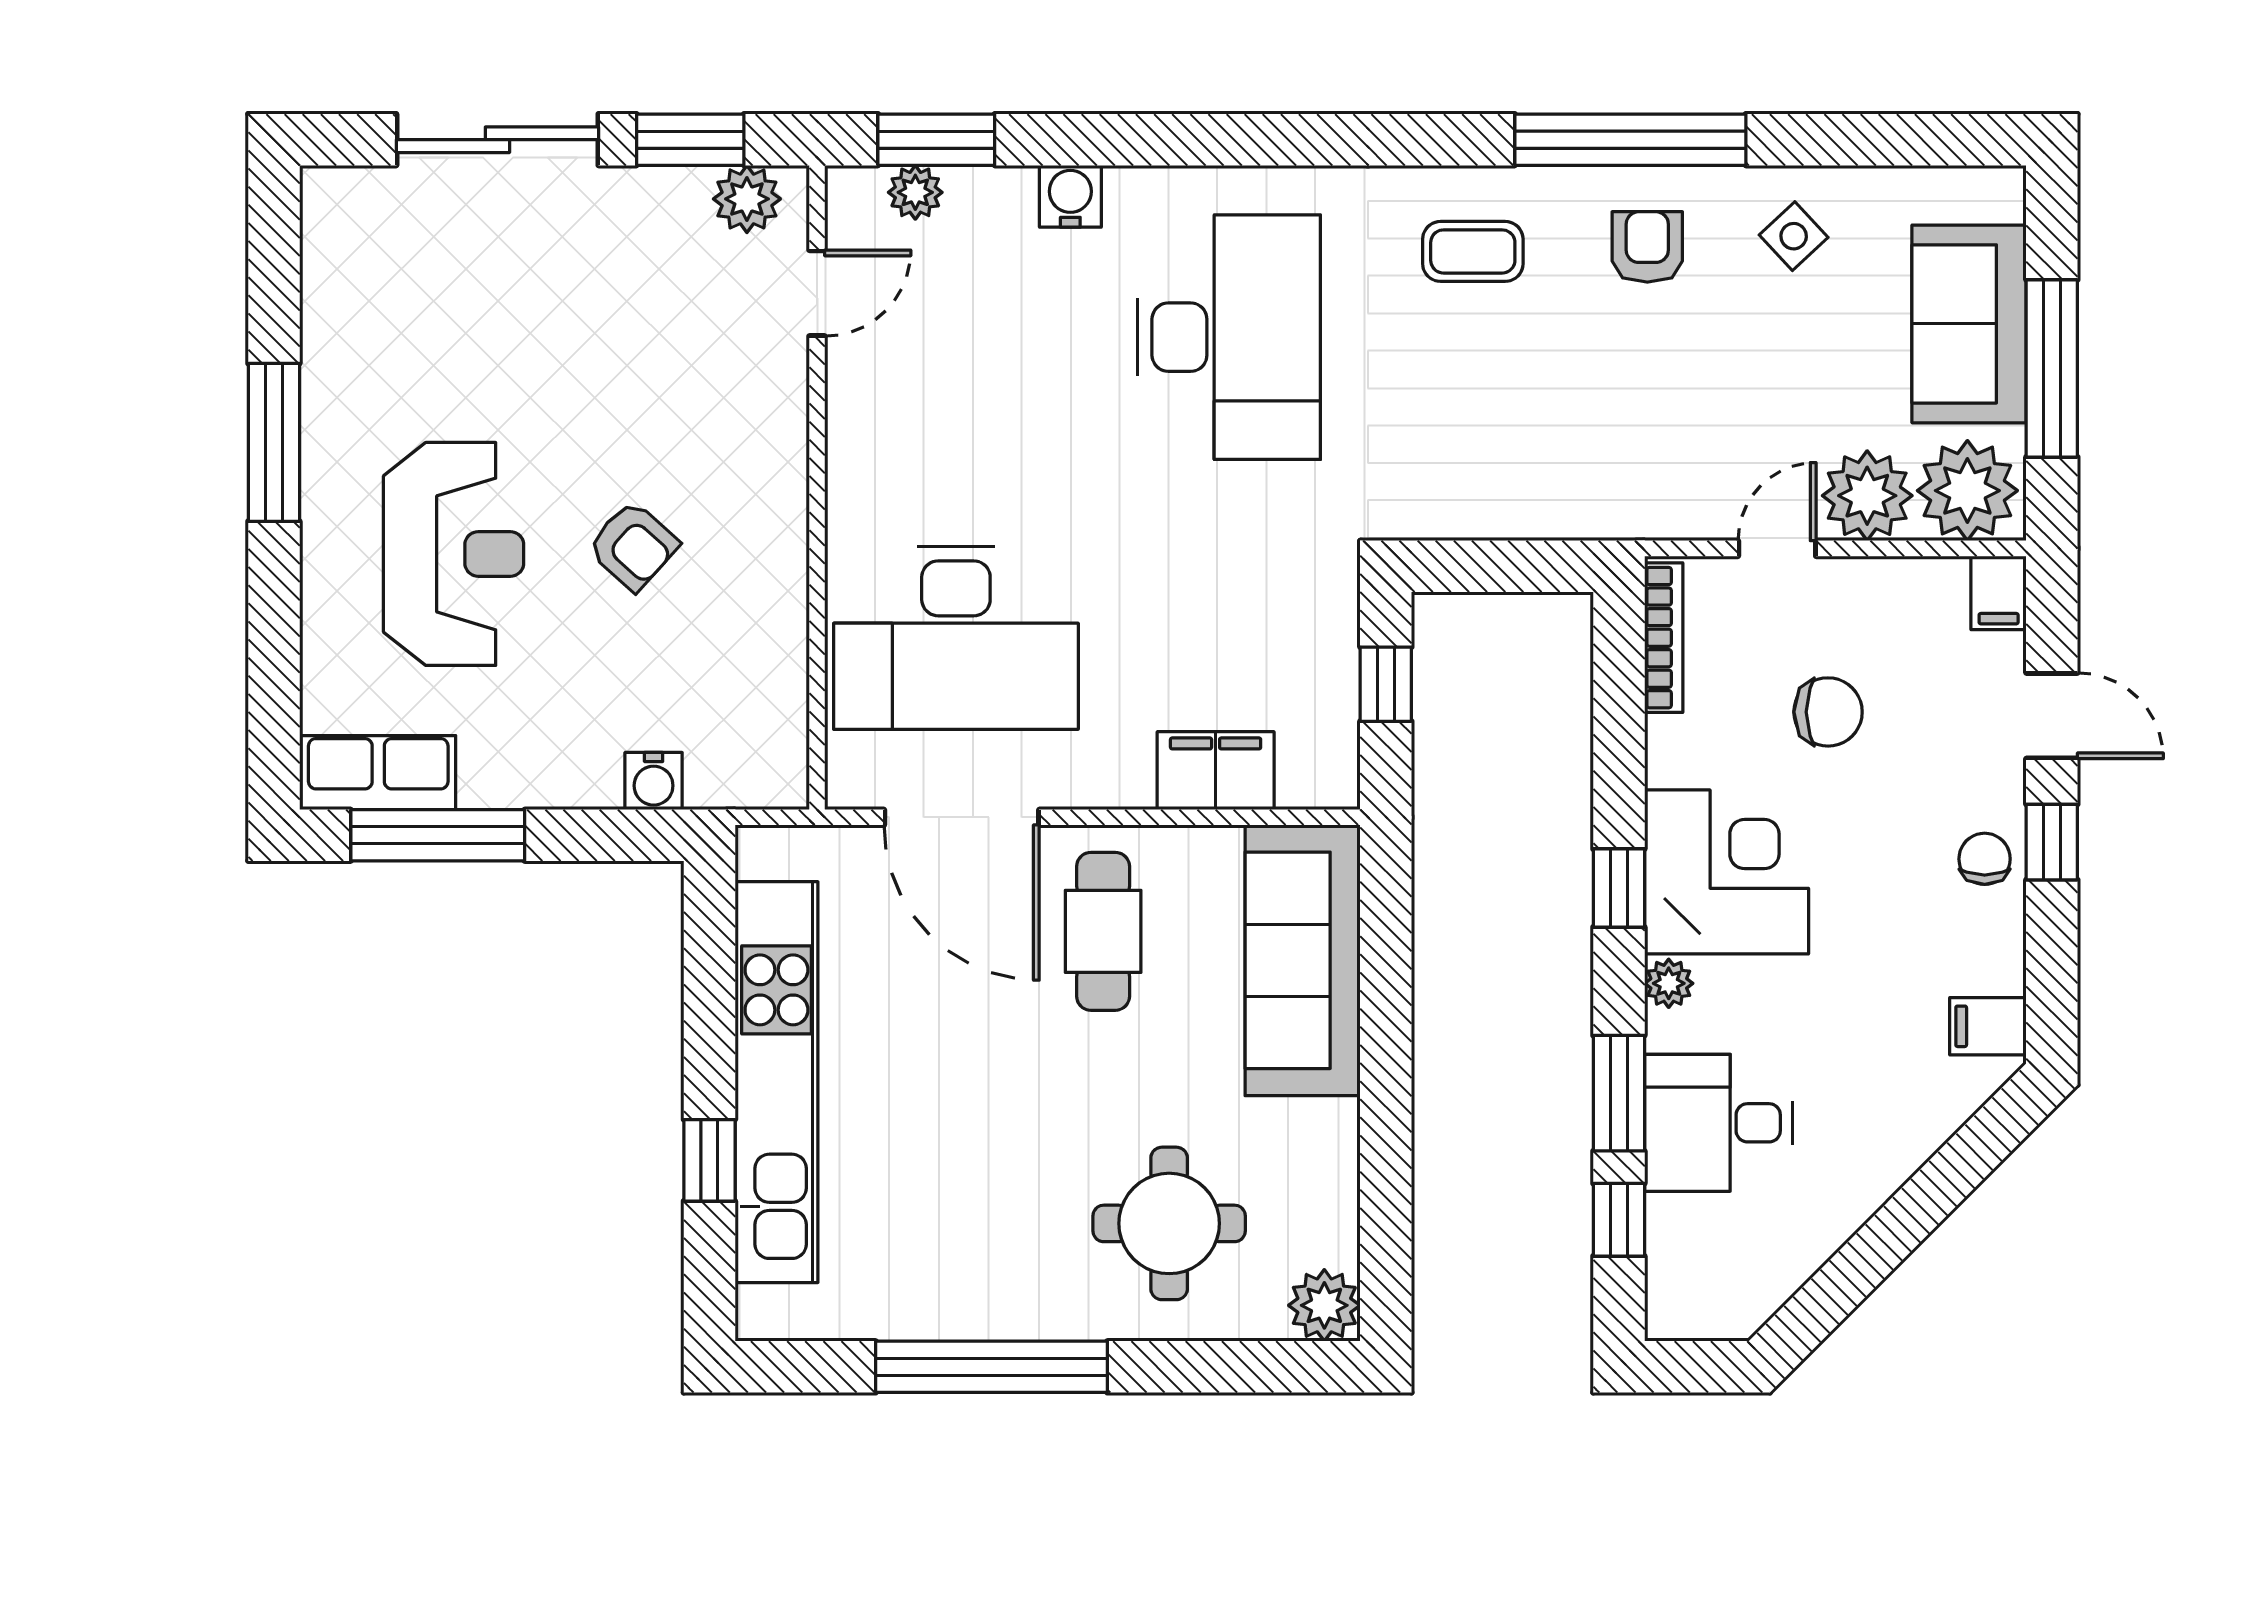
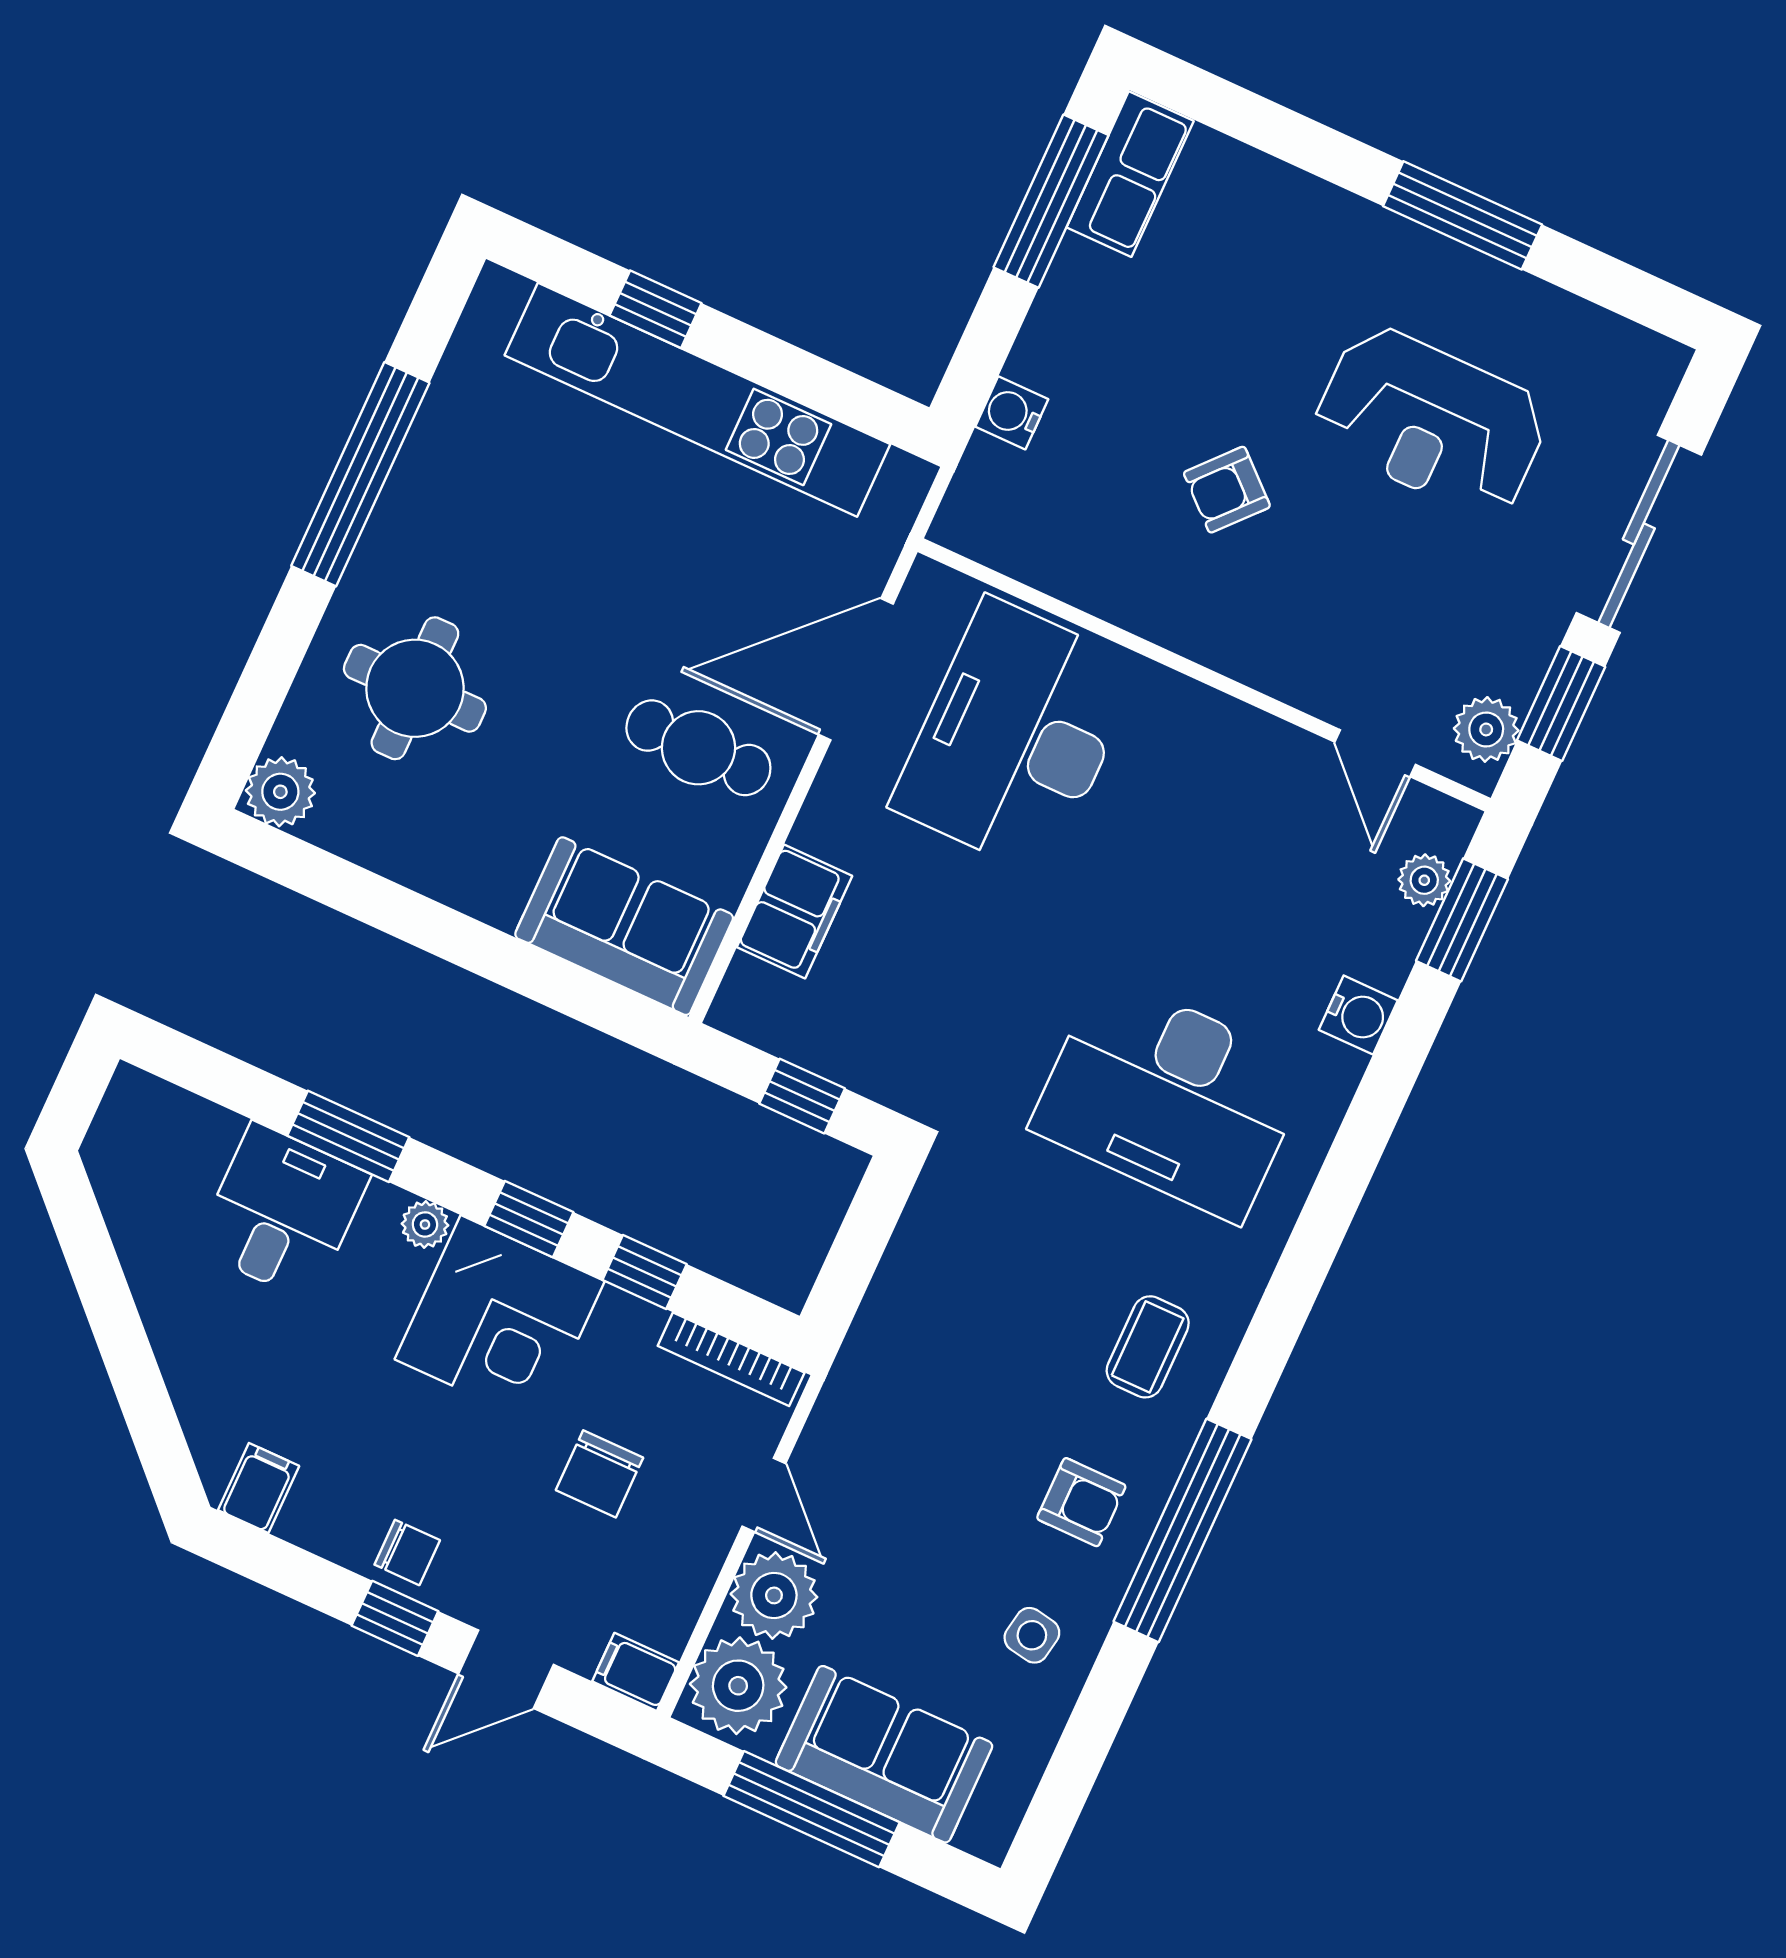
side table: (1794, 236) -> (1032, 1635), turned -37
reception desk: (454, 554) -> (1431, 422), moved
sofa: (1303, 960) -> (624, 926), width x0.73
window: (1619, 1220) -> (645, 1272), moved

